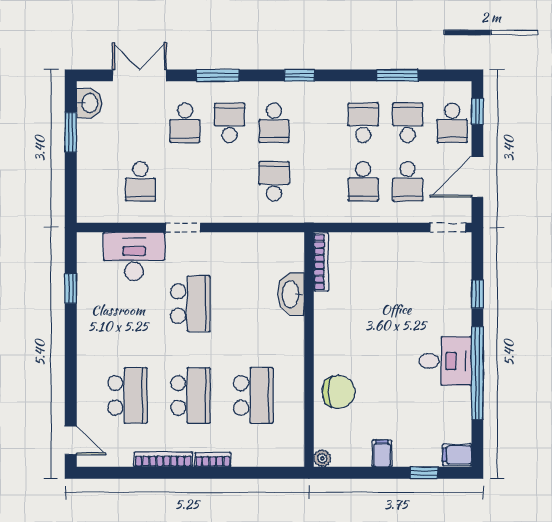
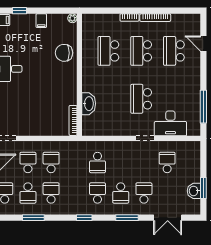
washbasin: (89, 103) -> (194, 191), moved
school desk: (363, 123) -> (51, 193), turned 180
window: (71, 289) -> (203, 107), width x2.17
door: (71, 440) -> (203, 44), moved

